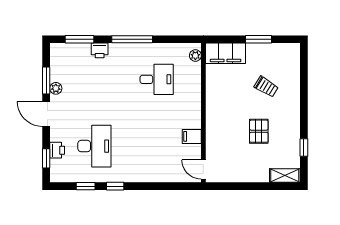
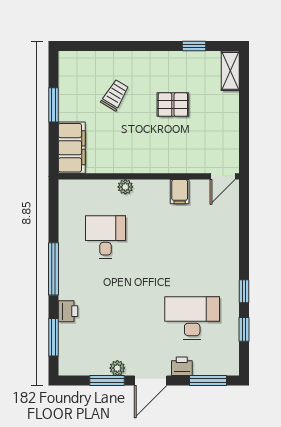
plant: (195, 55) -> (125, 187), moved
printer: (57, 150) -> (182, 366), moved
window: (46, 158) -> (208, 381), width x1.50

